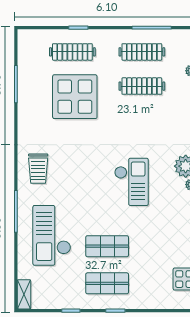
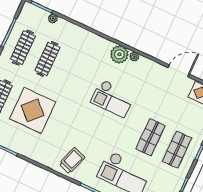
trolley: (38, 169) -> (72, 161), turned -71
checkout: (131, 182) -> (113, 98), turned 180

